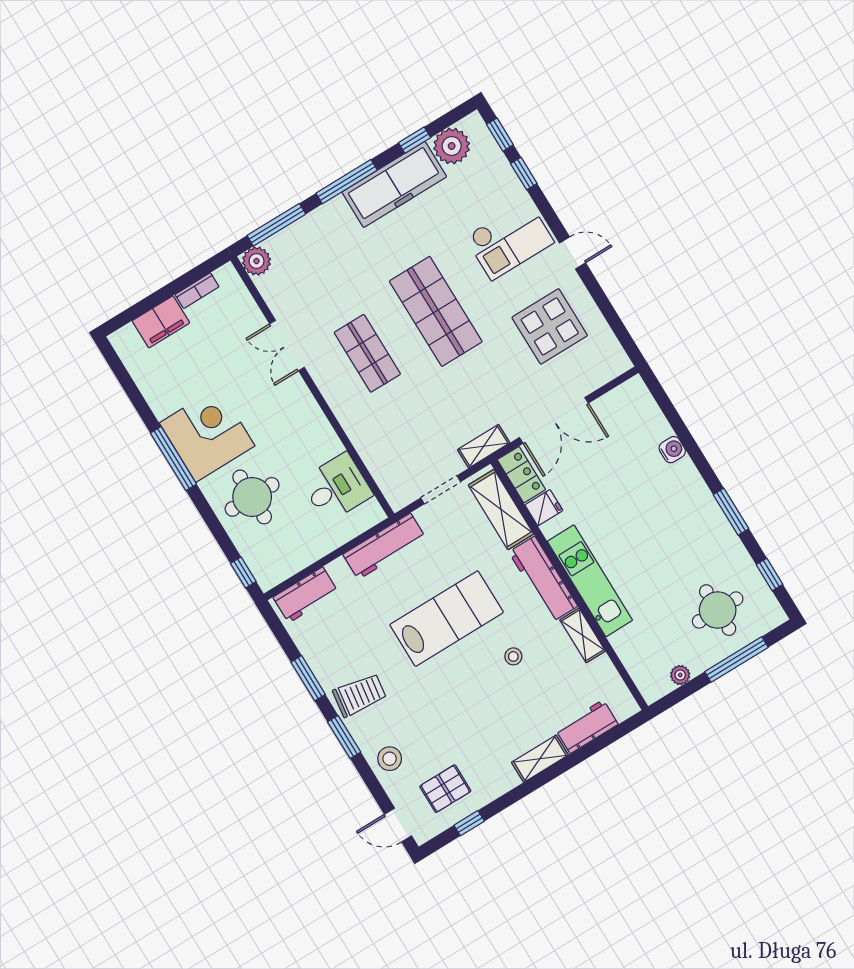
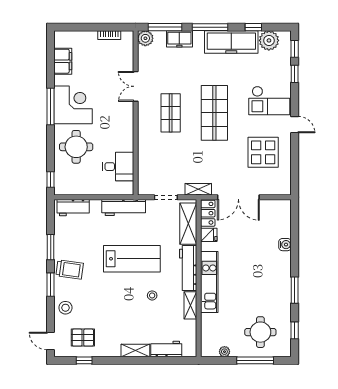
freezer: (310, 229) -> (179, 39), added
filing cabinet: (161, 322) -> (63, 61), moved, turned -90

